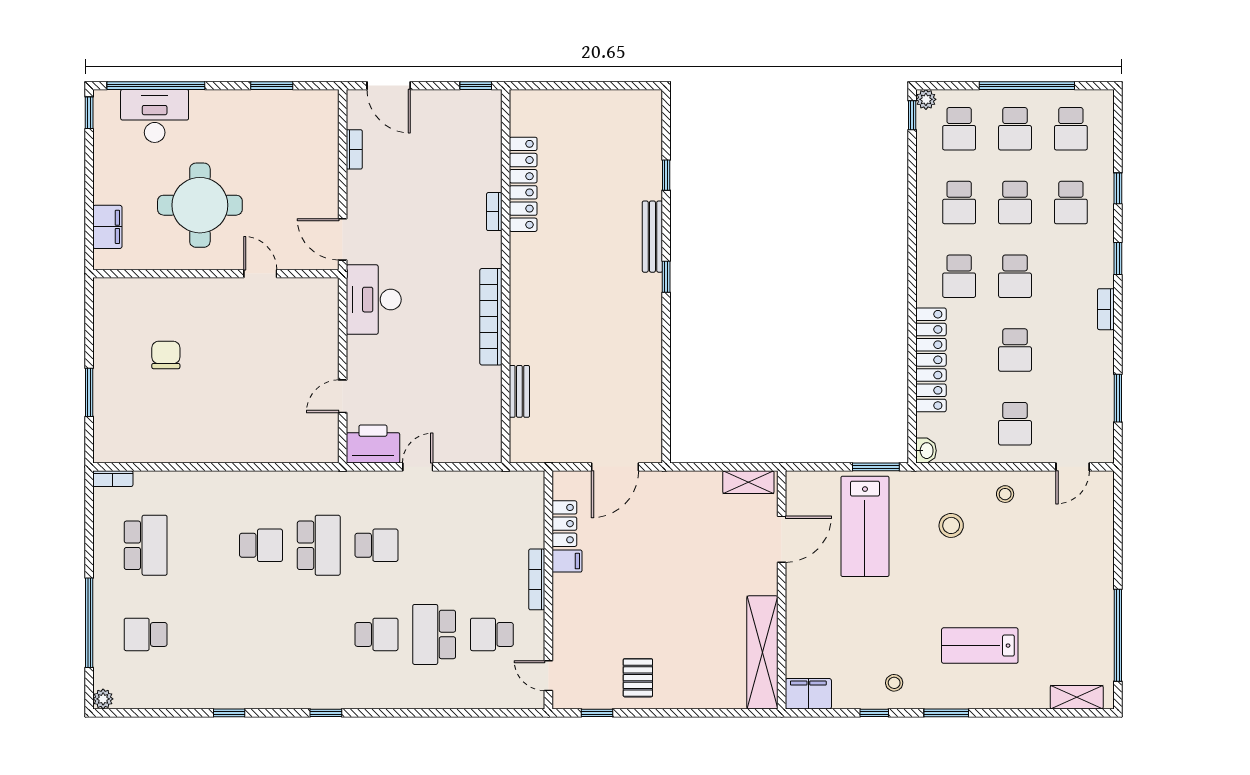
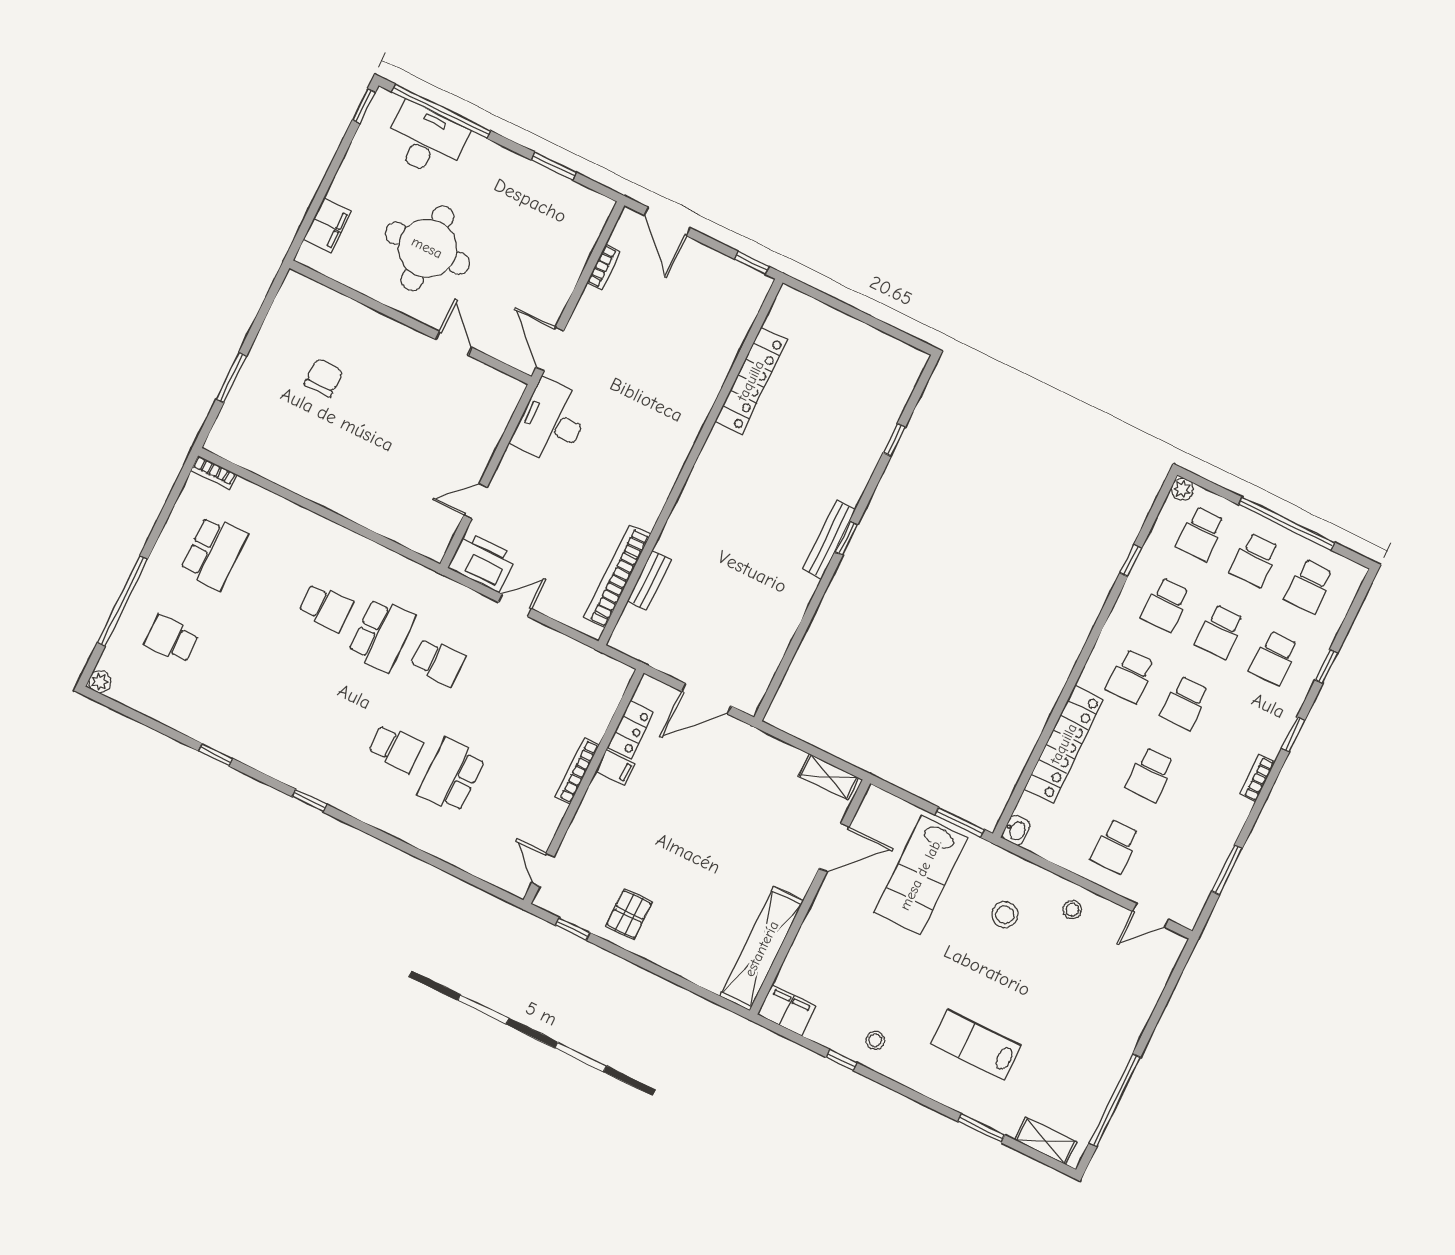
window: (912, 115) -> (1131, 561), moved
bookcase: (494, 212) -> (710, 394), removed
bench: (652, 237) -> (829, 539), moved
bookcase: (491, 317) -> (617, 576), moved
school desk: (492, 634) -> (508, 803), removed
window: (946, 713) -> (981, 1128), moved

